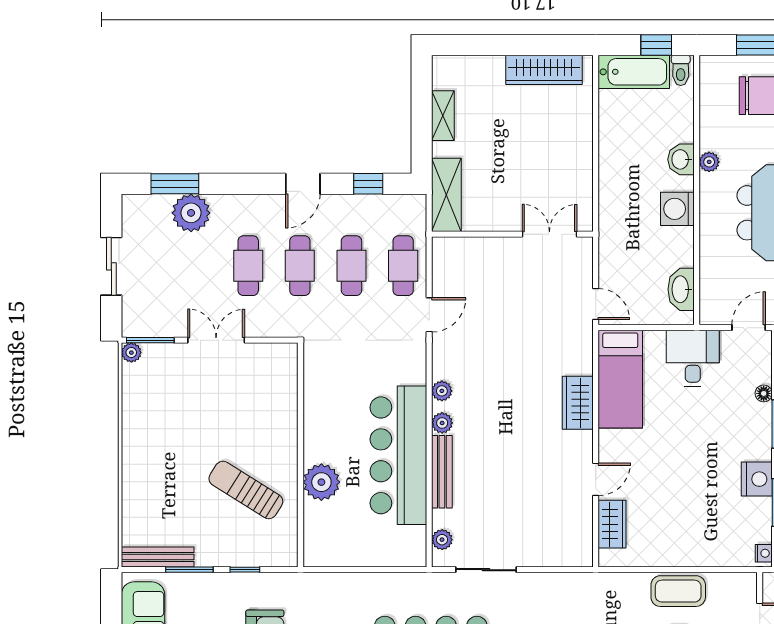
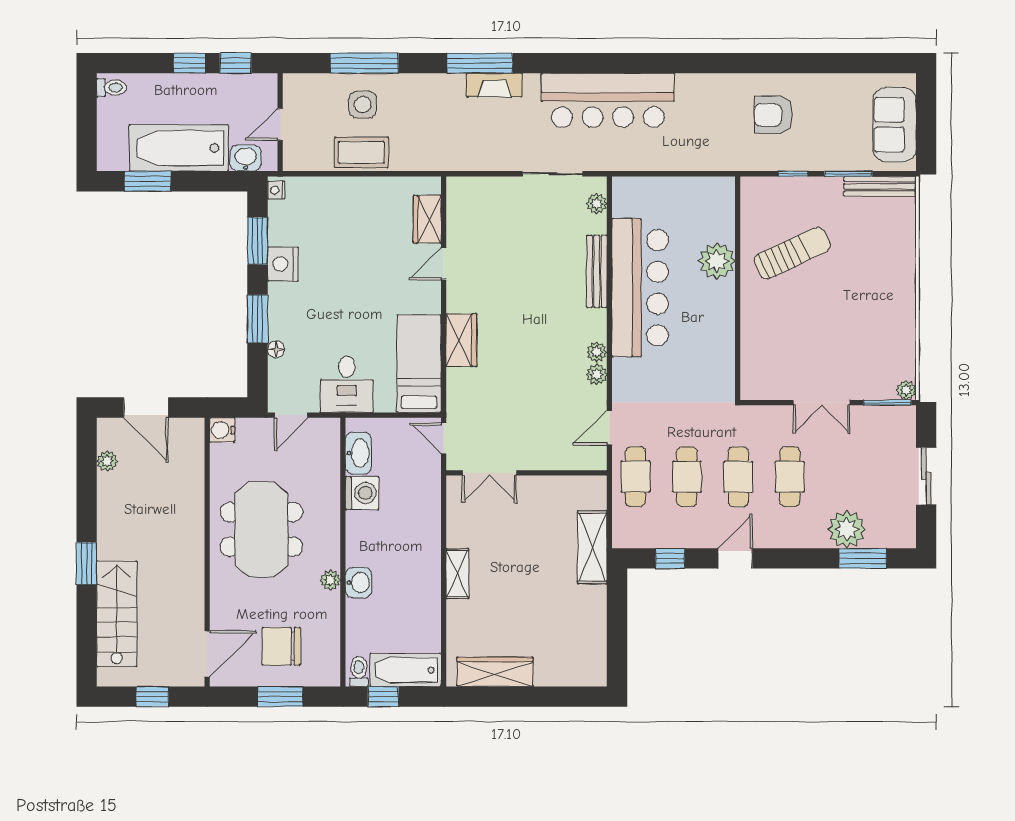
shelving: (443, 116) -> (457, 574), moved
washing machine: (677, 209) -> (362, 493), moved
wall: (512, 234) -> (526, 473), moved
double door: (550, 234) -> (490, 473), moved
plant: (442, 423) -> (597, 374), moved
sun lounger: (246, 490) -> (792, 253), turned -57

